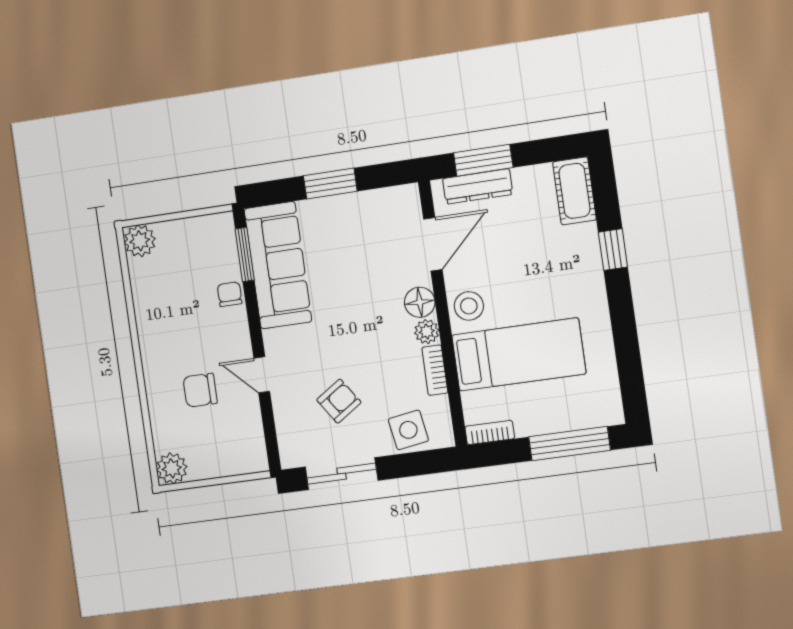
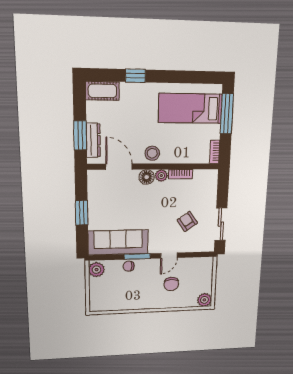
plant: (140, 241) -> (97, 270), moved
window: (245, 254) -> (137, 256), moved
bed: (519, 354) -> (190, 108), moved, turned -90
side table: (408, 430) -> (206, 191), removed

